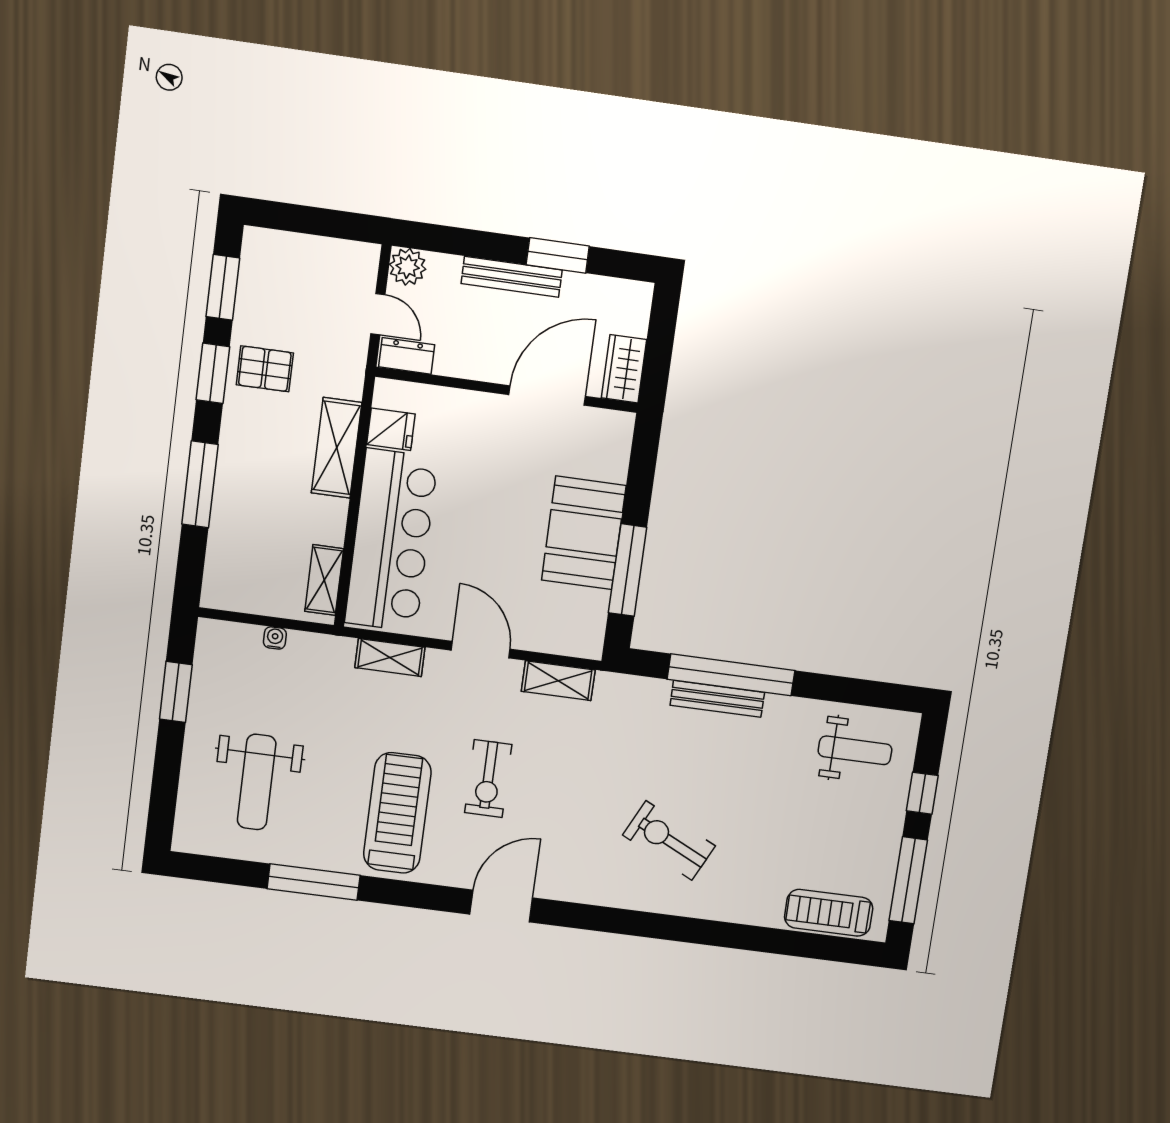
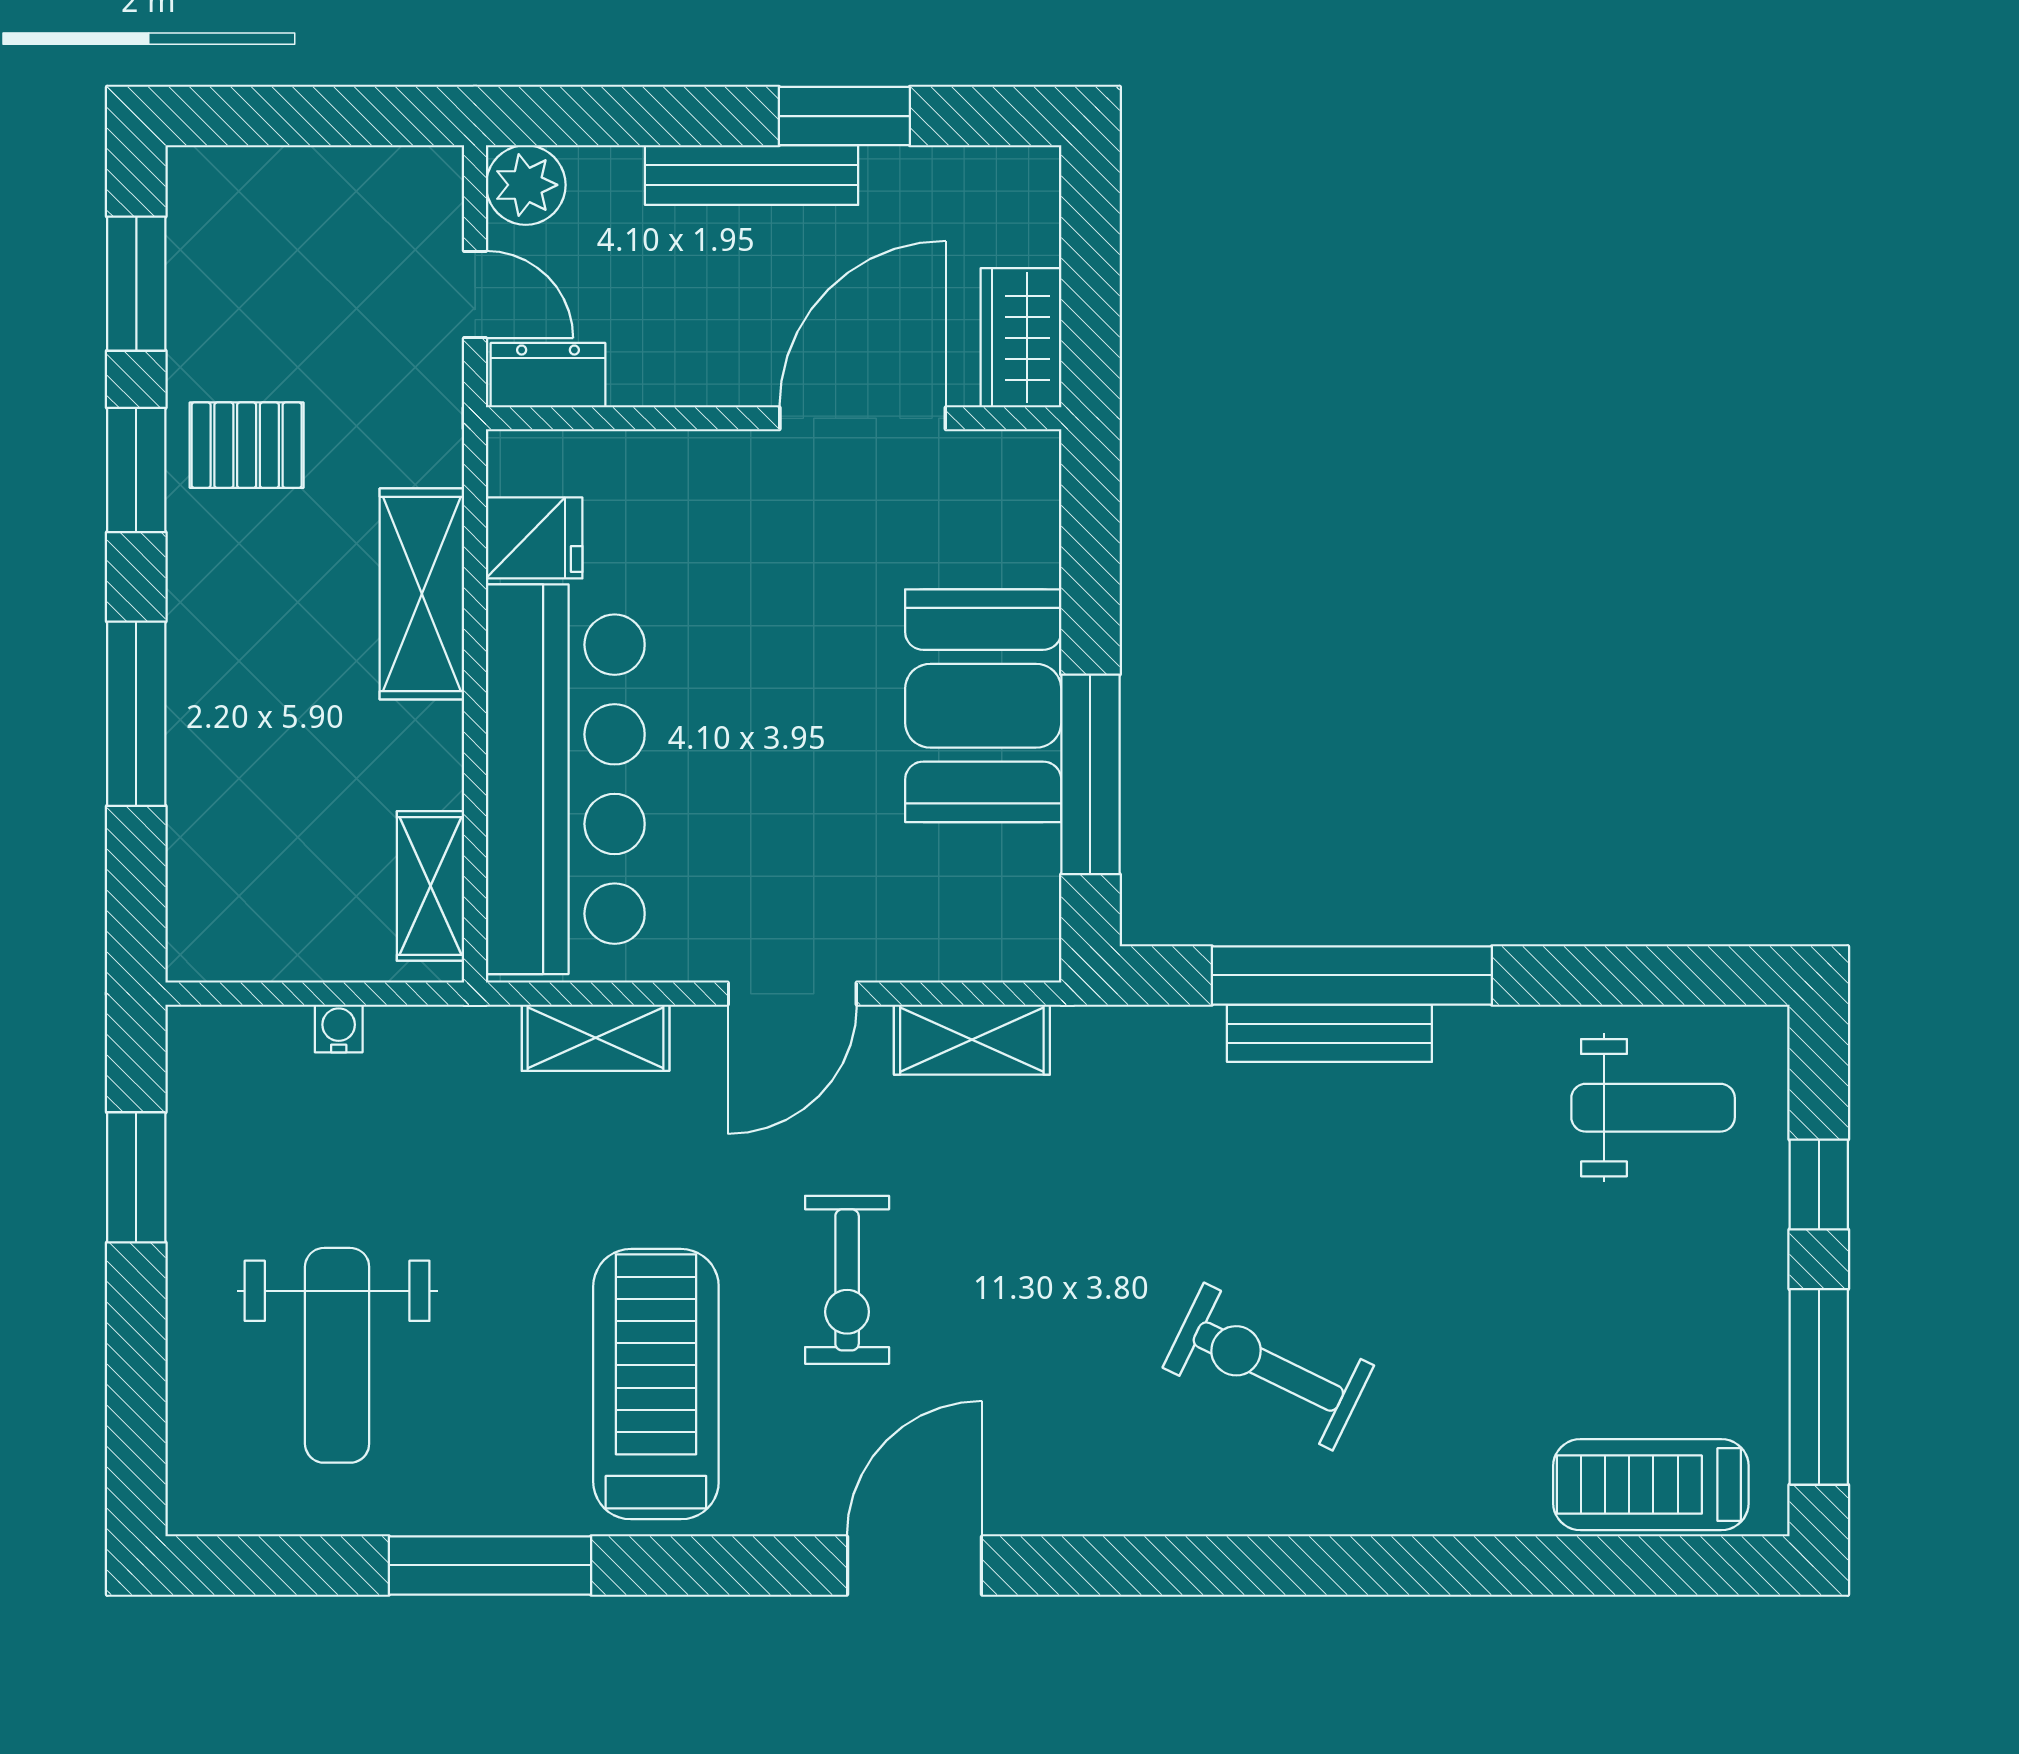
door: (481, 650) -> (792, 994), swing flipped

